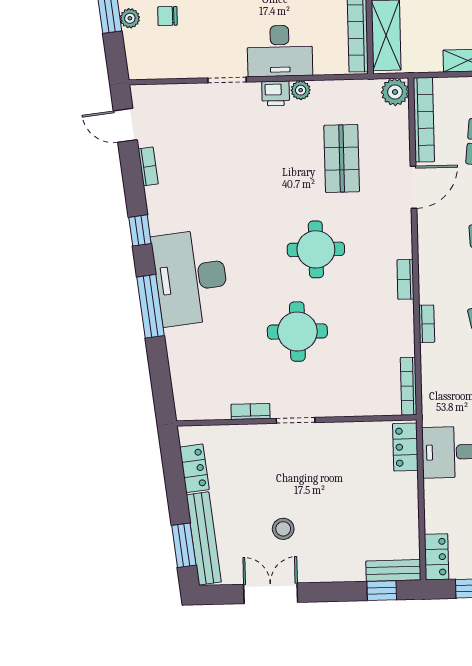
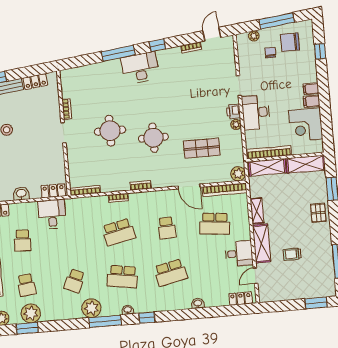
plant: (130, 18) -> (254, 36), moved
desk: (191, 278) -> (140, 68), width x0.73, depth x0.77
washbasin: (407, 509) -> (21, 194), added

